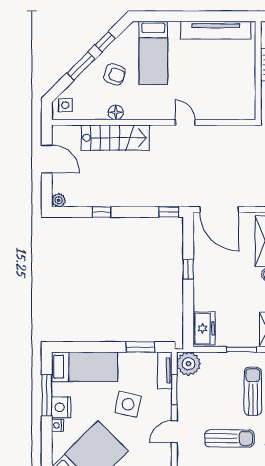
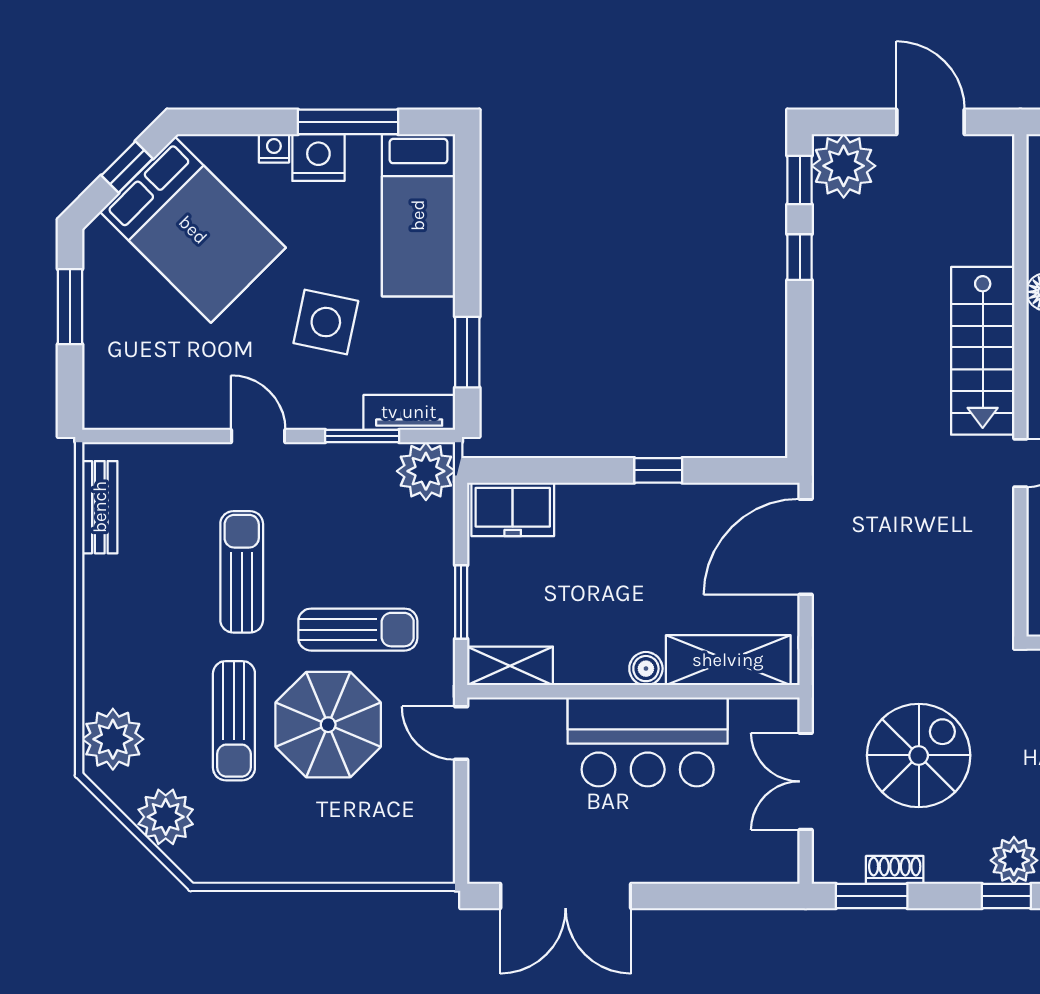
stairs: (115, 138) -> (983, 351), moved
door: (47, 159) -> (930, 122), swing flipped
plant: (59, 200) -> (844, 166), width x1.88, depth x1.88
window: (169, 212) -> (800, 180), moved
sun lounger: (229, 438) -> (242, 572), turned 180

